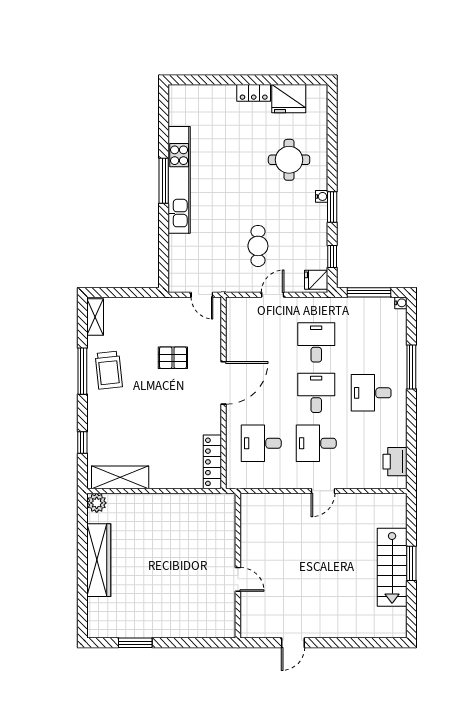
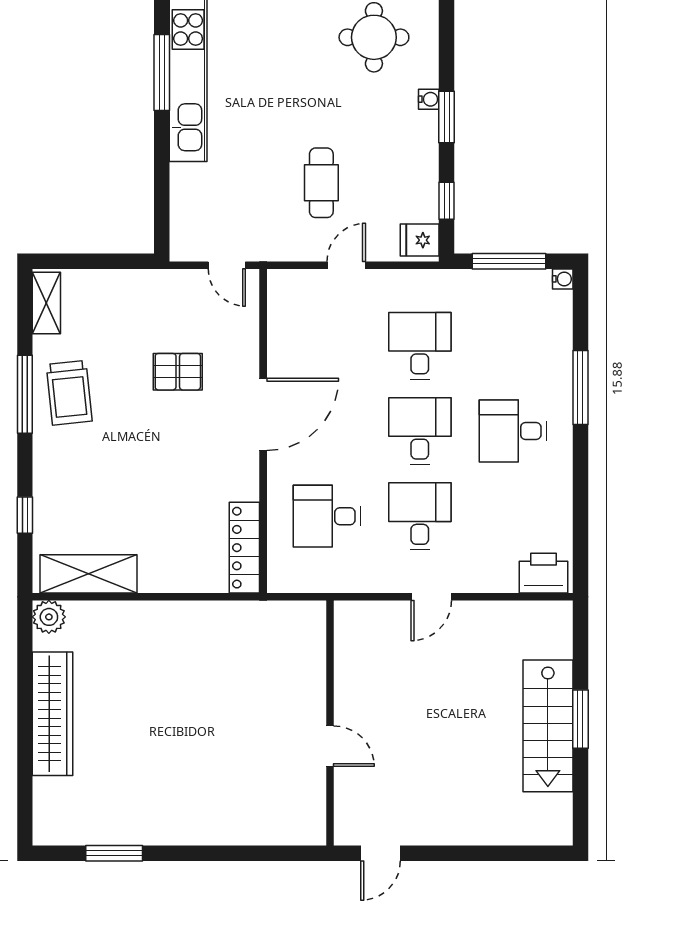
desk: (316, 443) -> (420, 516), turned 90
printer: (395, 462) -> (544, 573), moved, turned 90
wall: (238, 566) -> (330, 723), moved
door: (238, 579) -> (330, 746), moved

